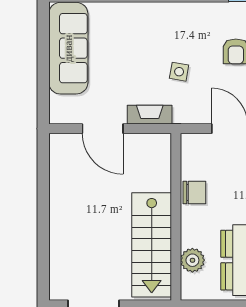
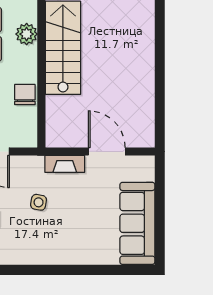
chair: (194, 192) -> (25, 95), turned 90

